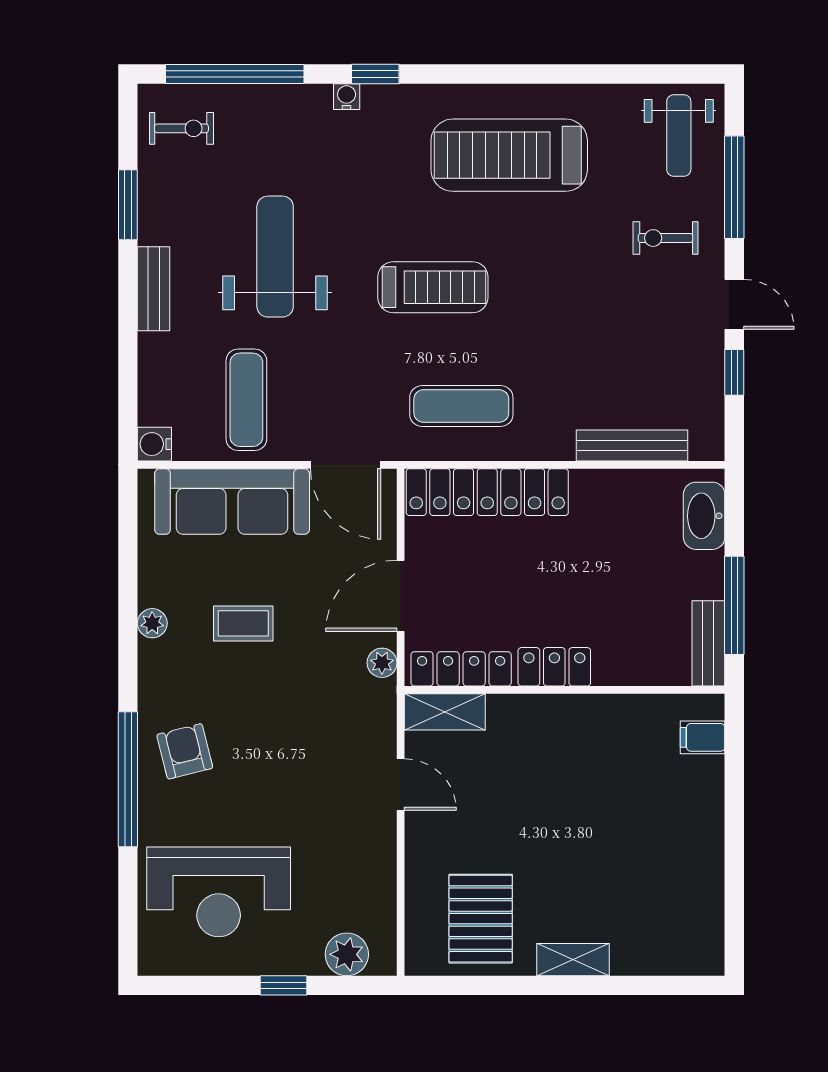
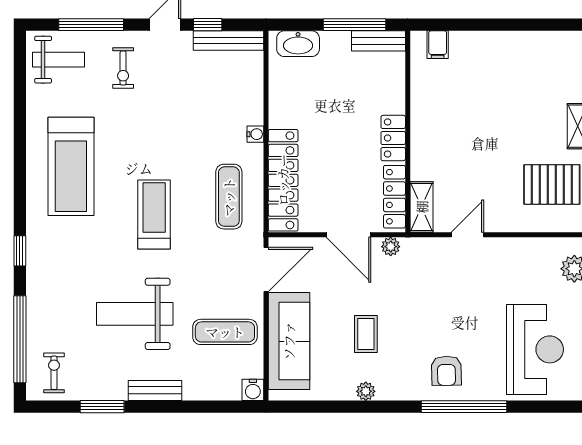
water cooler: (347, 97) -> (255, 134), moved, turned 180
bench: (632, 445) -> (229, 40), moved, turned 90
armchair: (185, 751) -> (446, 371), turned -77

